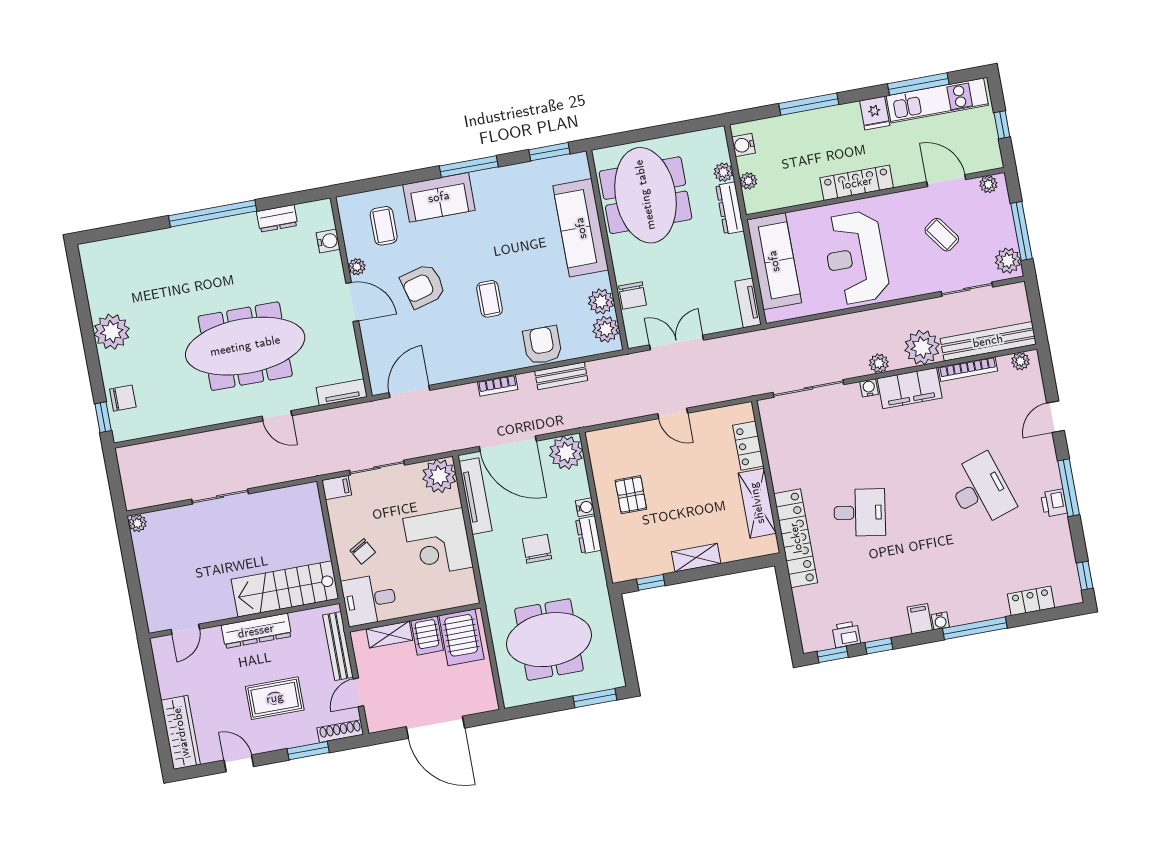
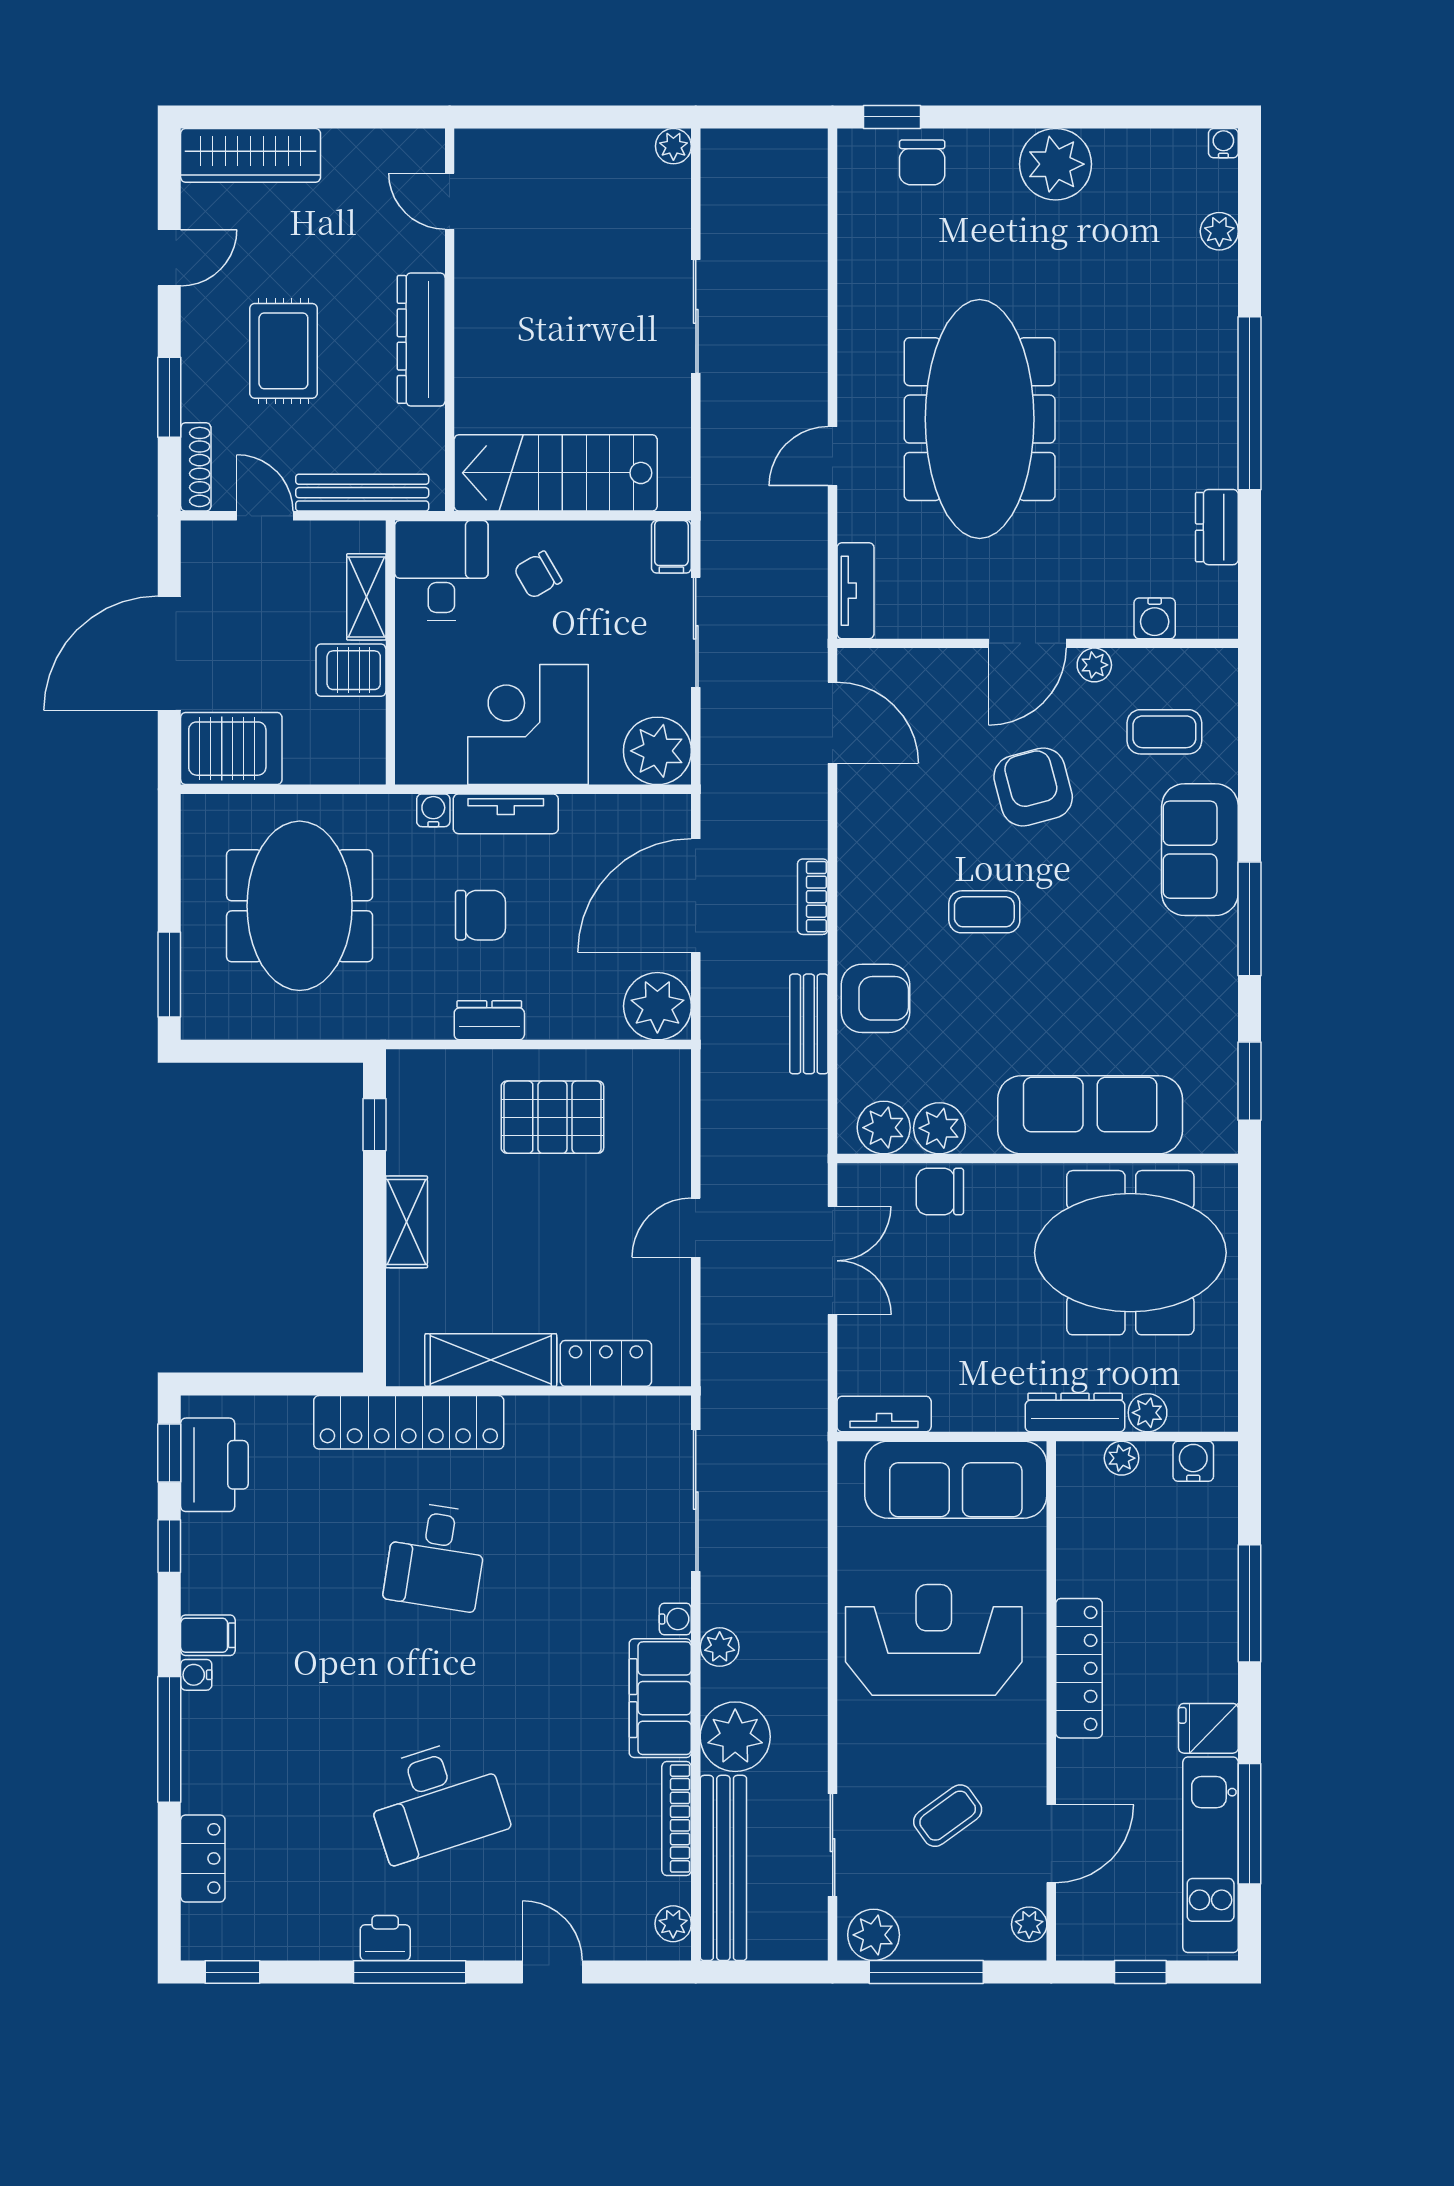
plant: (130, 244) -> (1219, 231), added
water cooler: (86, 250) -> (1223, 143), added
pallet: (631, 495) -> (552, 1117), width x1.50, depth x1.42
tv unit: (475, 496) -> (506, 814), moved, width x0.71
water cooler: (585, 507) -> (433, 810), moved, turned 180
stairs: (285, 589) -> (556, 473), moved, turned -90
printer: (846, 634) -> (214, 1465), width x1.87, depth x1.48
server rack: (461, 637) -> (231, 749), moved, turned 180

